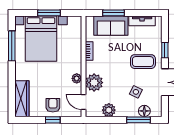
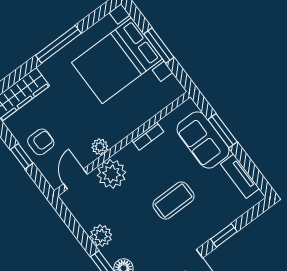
window: (12, 46) -> (58, 44), moved
coffee table: (143, 62) -> (173, 201), moved, turned 90
side table: (136, 92) -> (140, 238), removed
plant: (109, 110) -> (101, 236), moved

